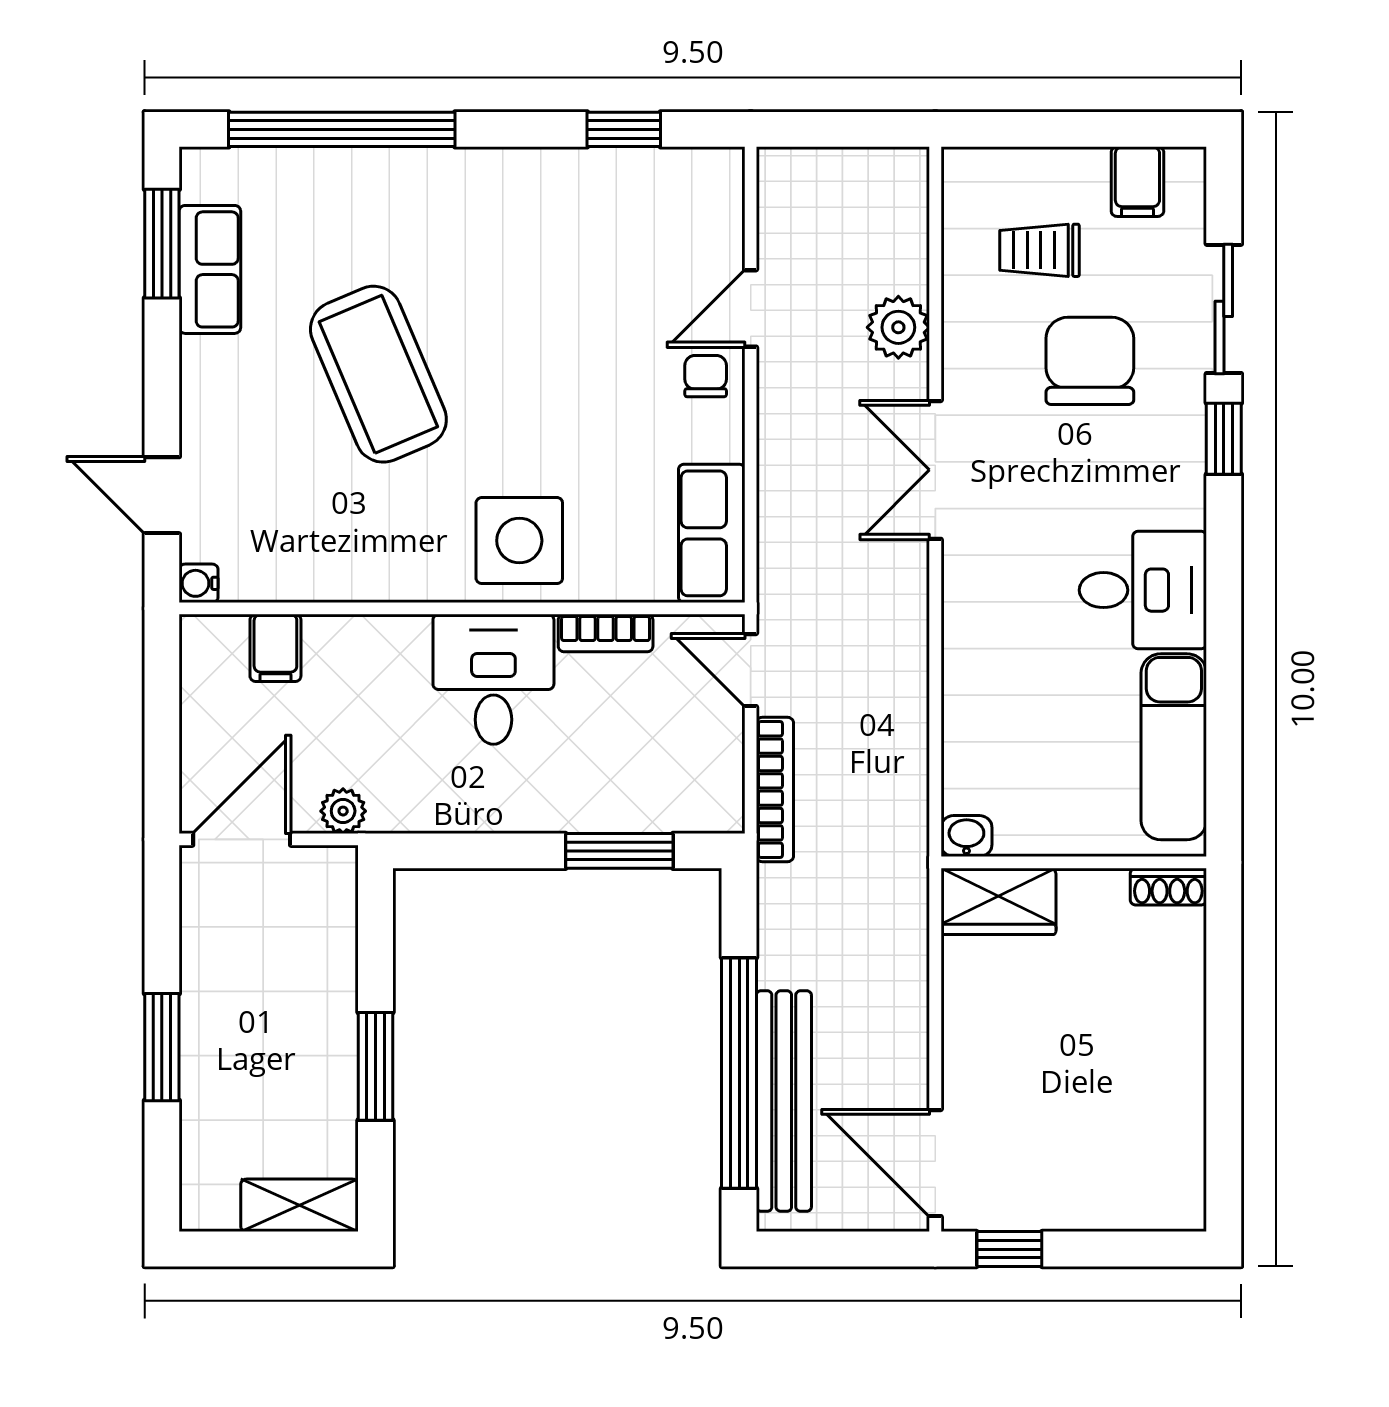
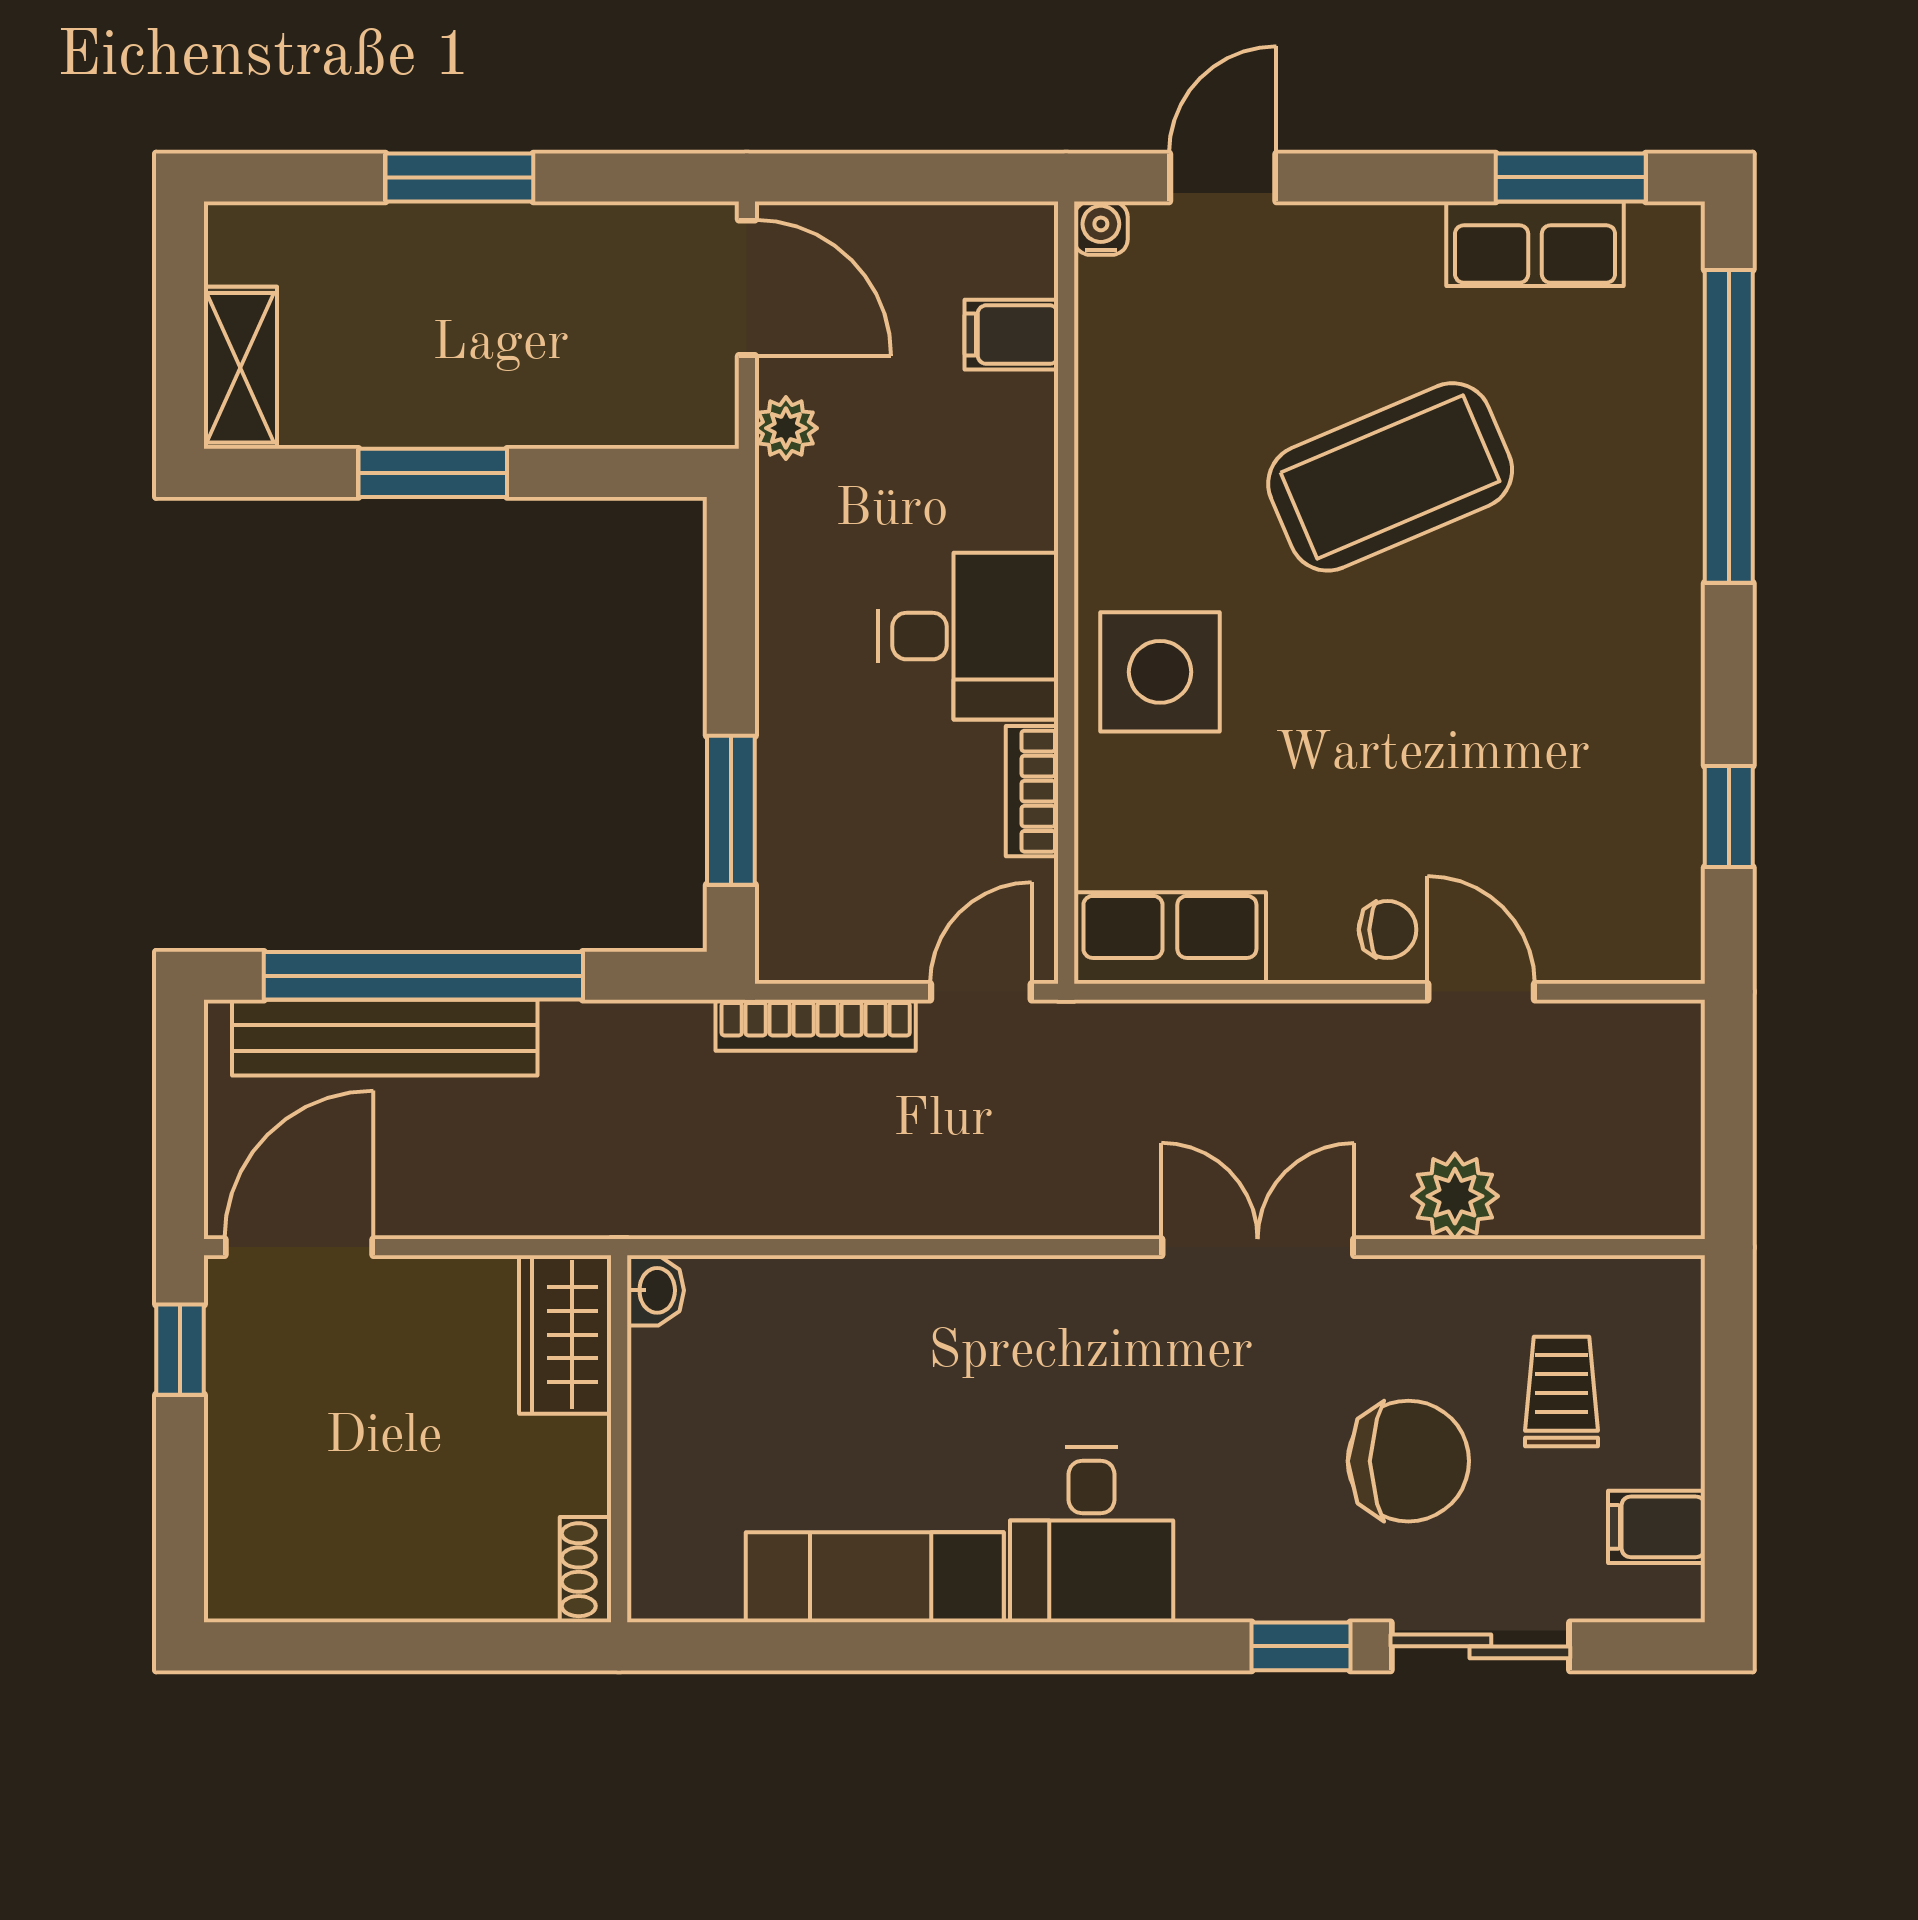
washbasin: (966, 836) -> (655, 1290), moved
wall: (1074, 862) -> (619, 1439), moved
shoe rack: (1168, 887) -> (585, 1570), moved
wardrobe: (998, 901) -> (565, 1335), moved

